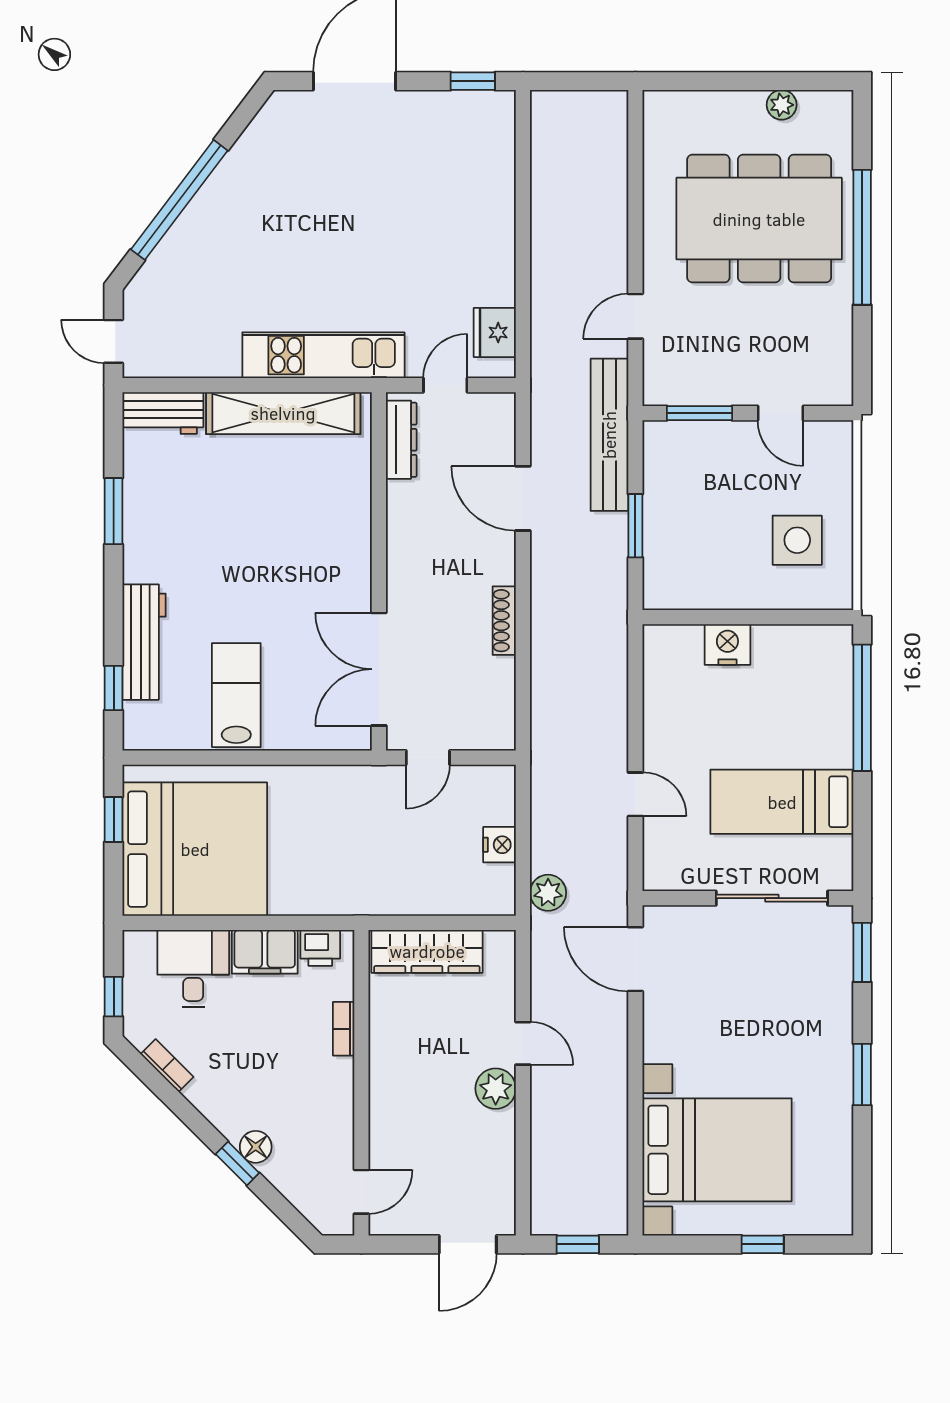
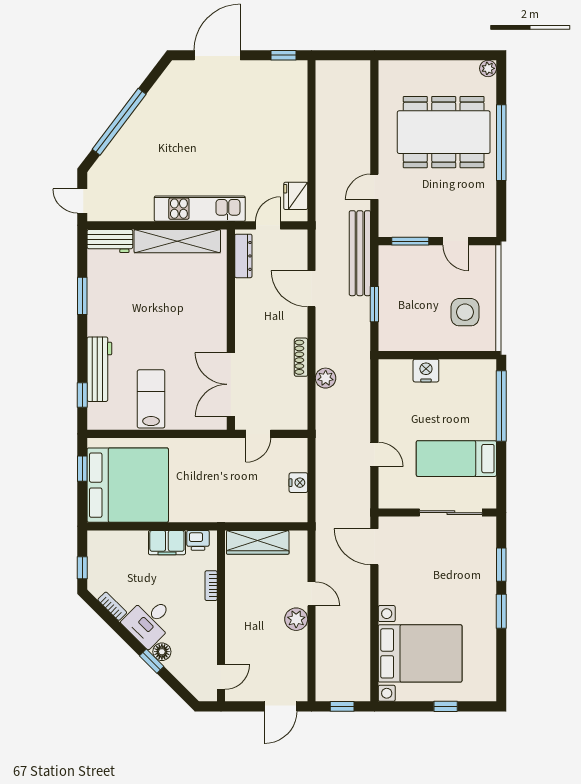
plant: (782, 105) -> (488, 68), moved
plant: (548, 893) -> (326, 378), moved
window: (862, 952) -> (501, 565), moved
desk: (193, 969) -> (149, 621), moved, turned -135

